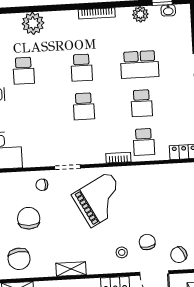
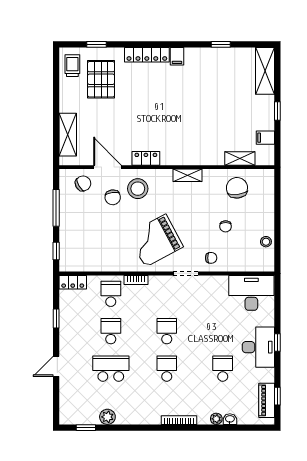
washbasin: (168, 10) -> (230, 419), moved
bookcase: (97, 13) -> (179, 420), moved
plant: (33, 23) -> (216, 419), width x0.53, depth x0.53
chair: (29, 218) -> (226, 226), width x0.54, depth x0.54
stool: (122, 252) -> (138, 189), width x1.89, depth x1.89

